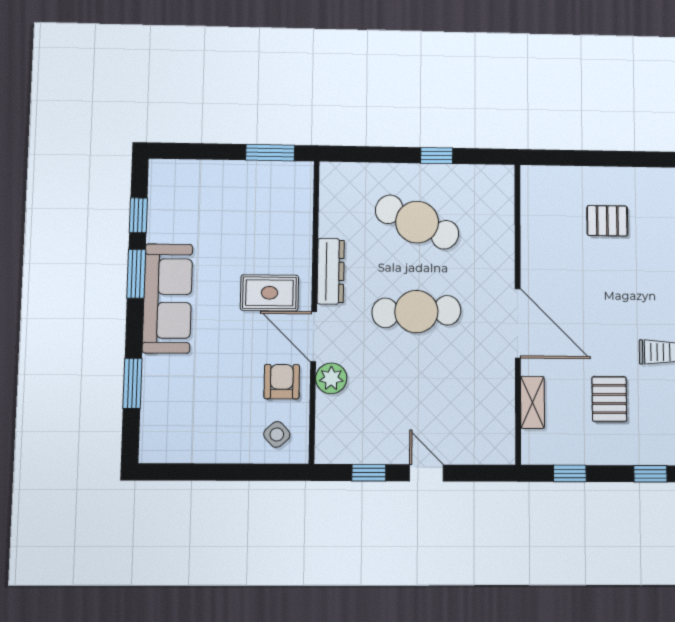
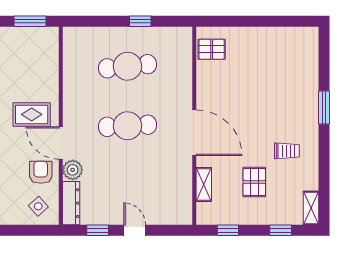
pallet: (607, 221) -> (212, 49), moved
cafe table: (417, 222) -> (128, 66), turned -30
dresser: (331, 271) -> (71, 203), moved

